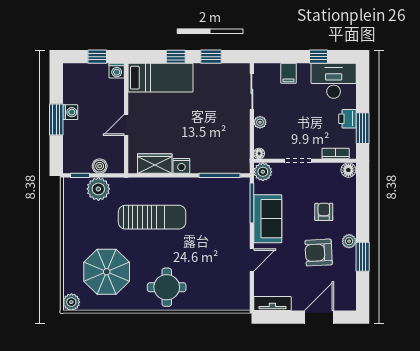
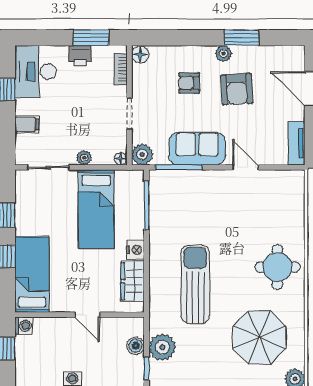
bed: (216, 133) -> (96, 209), added

